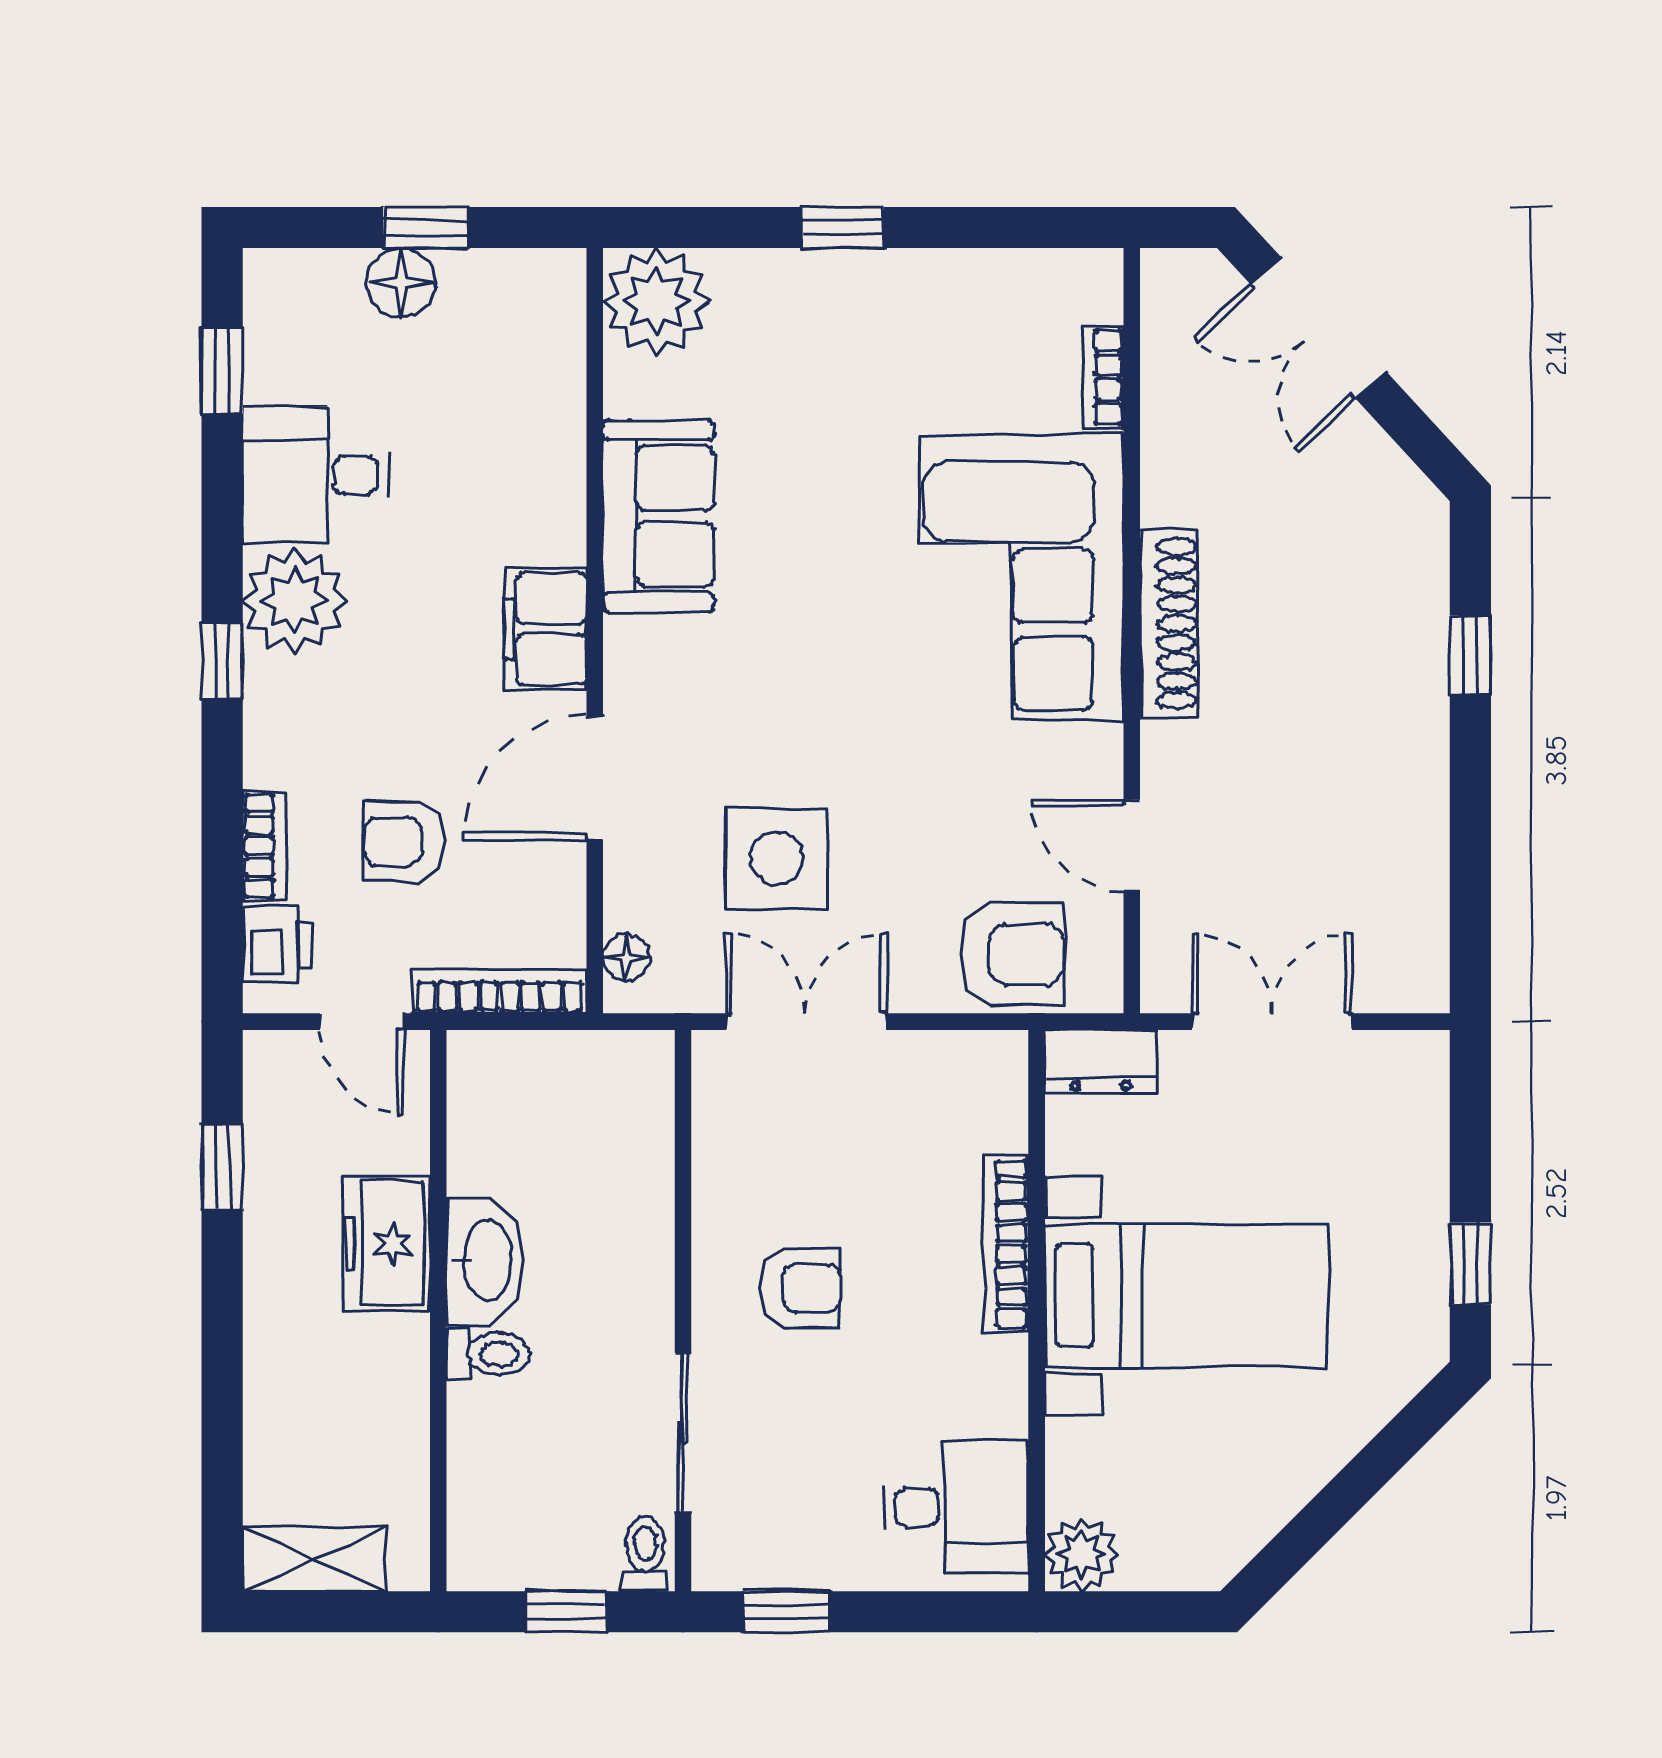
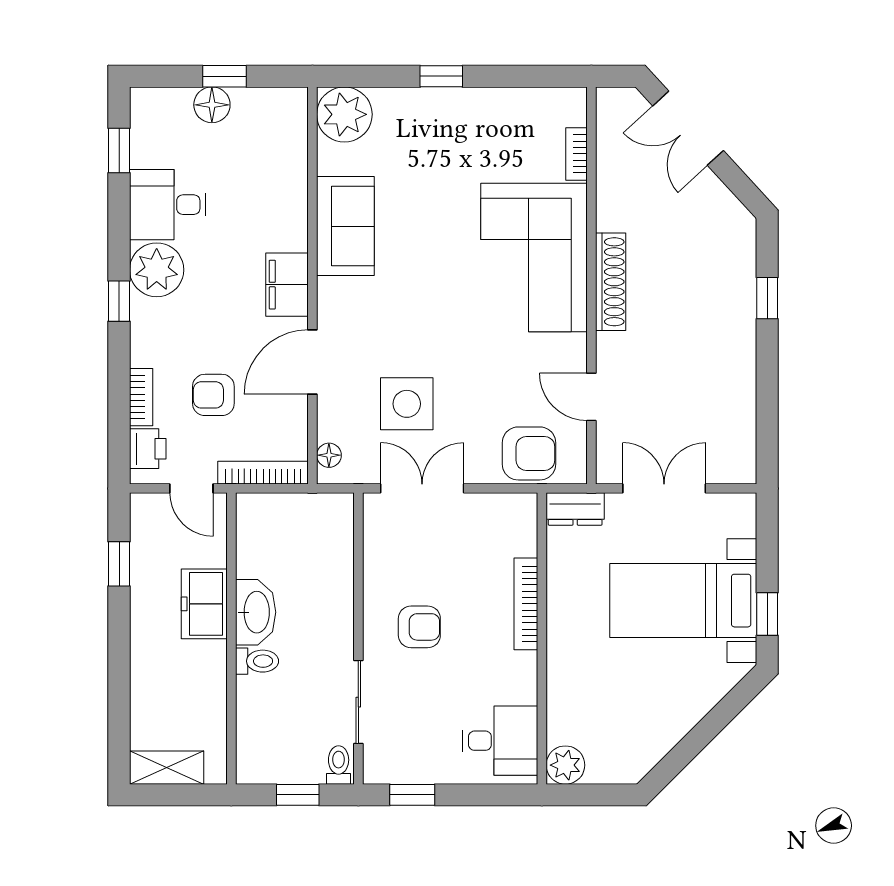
bed with nightstands: (1186, 1296) -> (683, 601), moved, turned 180

